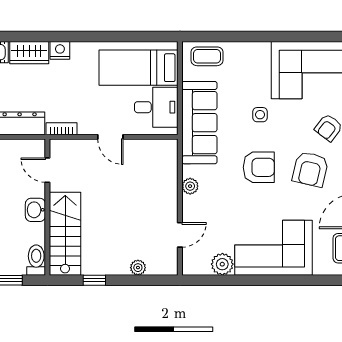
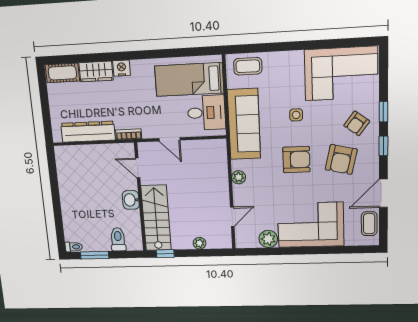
door: (47, 170) -> (138, 168), moved
wall: (47, 207) -> (140, 197), moved
washbasin: (35, 210) -> (131, 200), moved
stairs: (65, 234) -> (156, 218), moved

